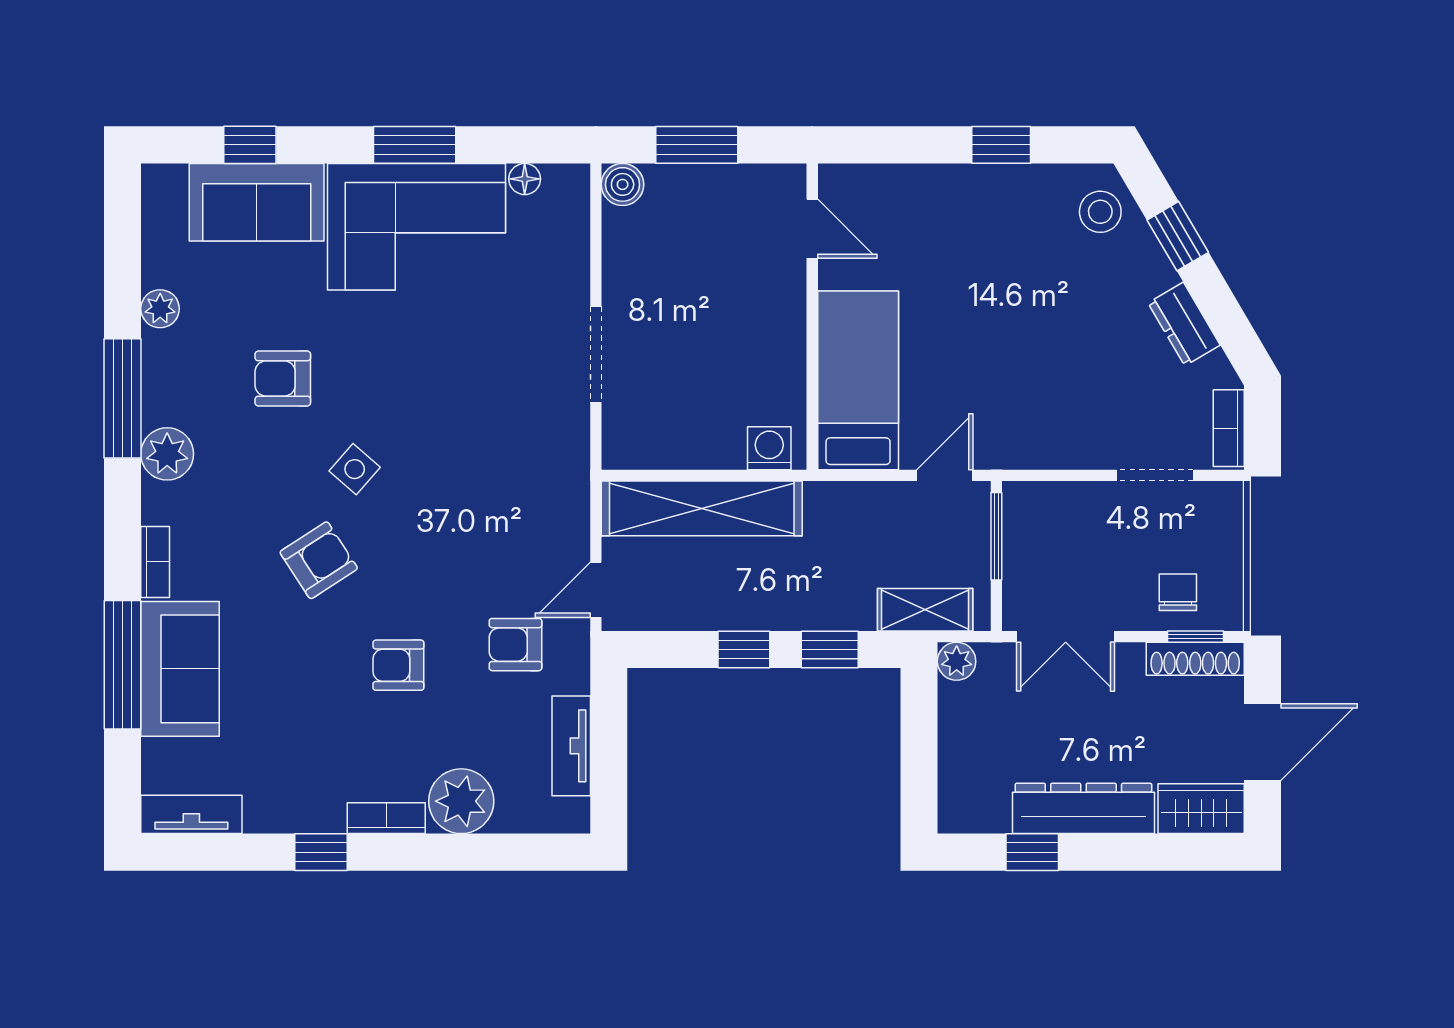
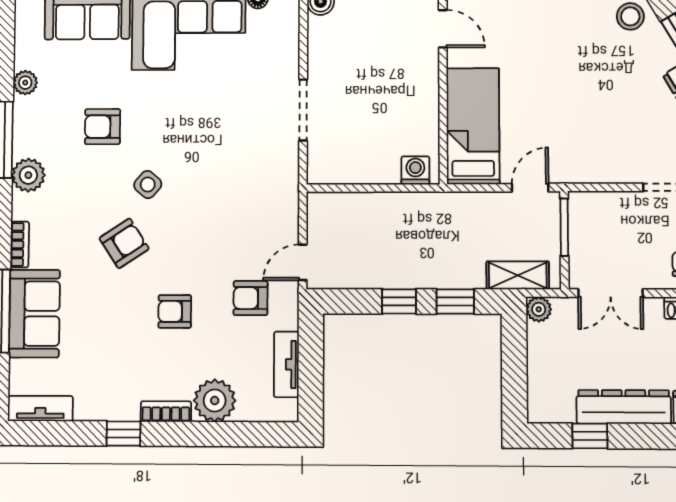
shelving: (702, 508) -> (372, 209), removed

